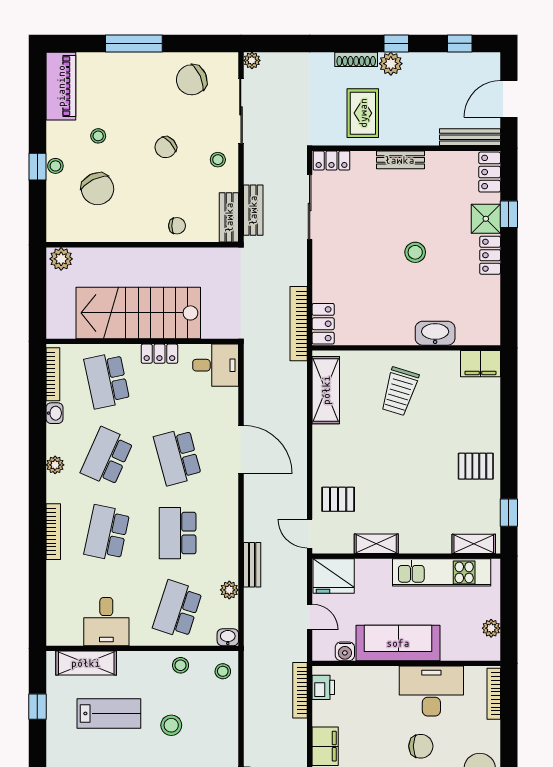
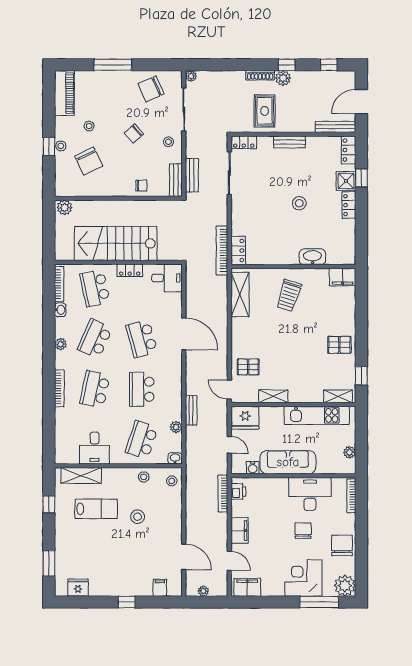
chair: (421, 746) -> (303, 531), turned -90

